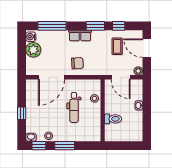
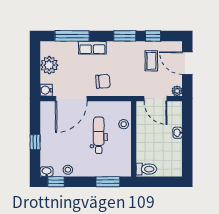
row of seats: (80, 35) -> (92, 48), moved
water cooler: (31, 37) -> (46, 90), moved
dental chair: (74, 107) -> (99, 135), turned 180
toilet: (113, 119) -> (146, 169), moved
window: (65, 146) -> (108, 182), moved

